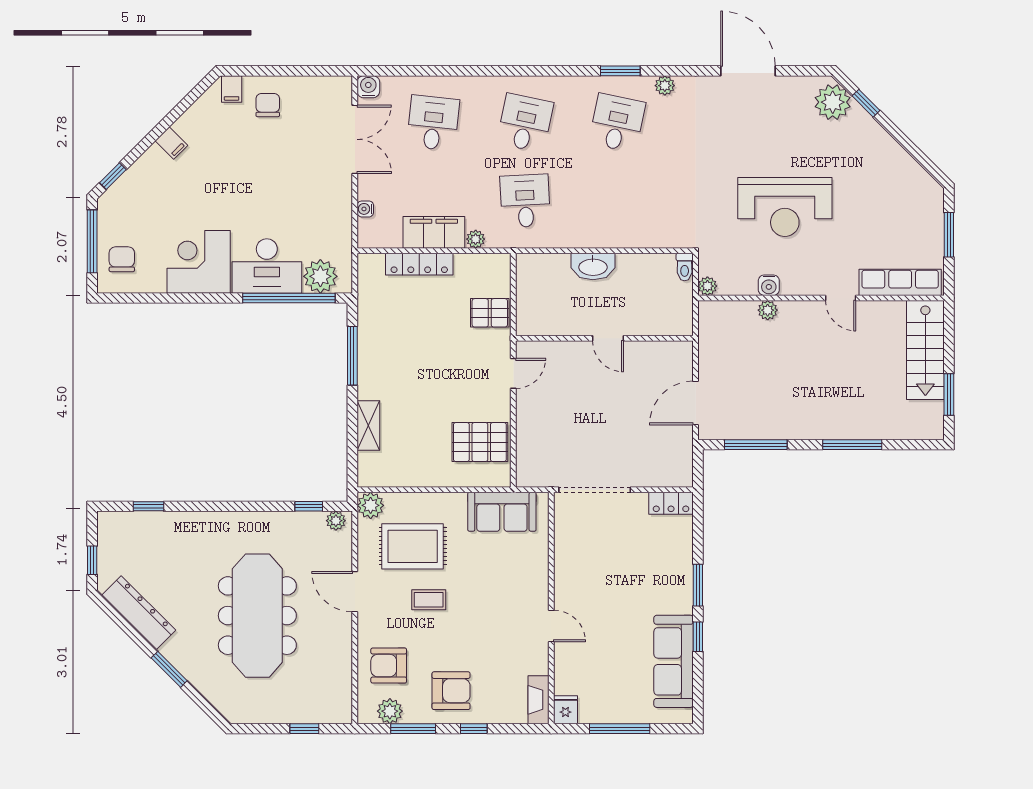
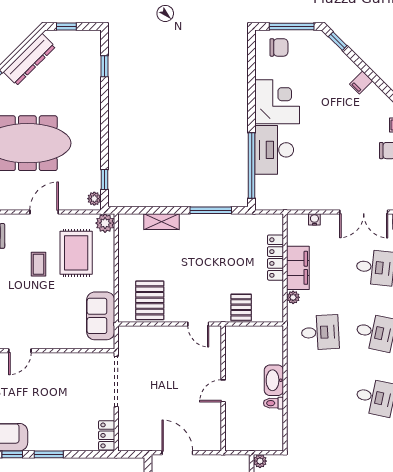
toilet: (685, 267) -> (273, 403), moved
plant: (320, 276) -> (267, 188), removed

